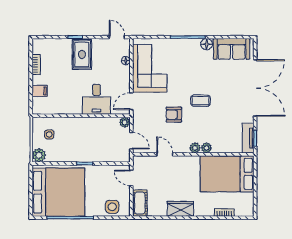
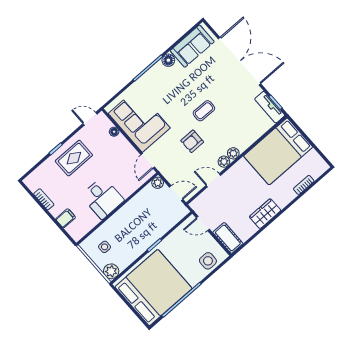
rug: (82, 54) -> (74, 158), turned 90
desk: (96, 99) -> (102, 198), moved
plant: (206, 148) -> (224, 162), moved

